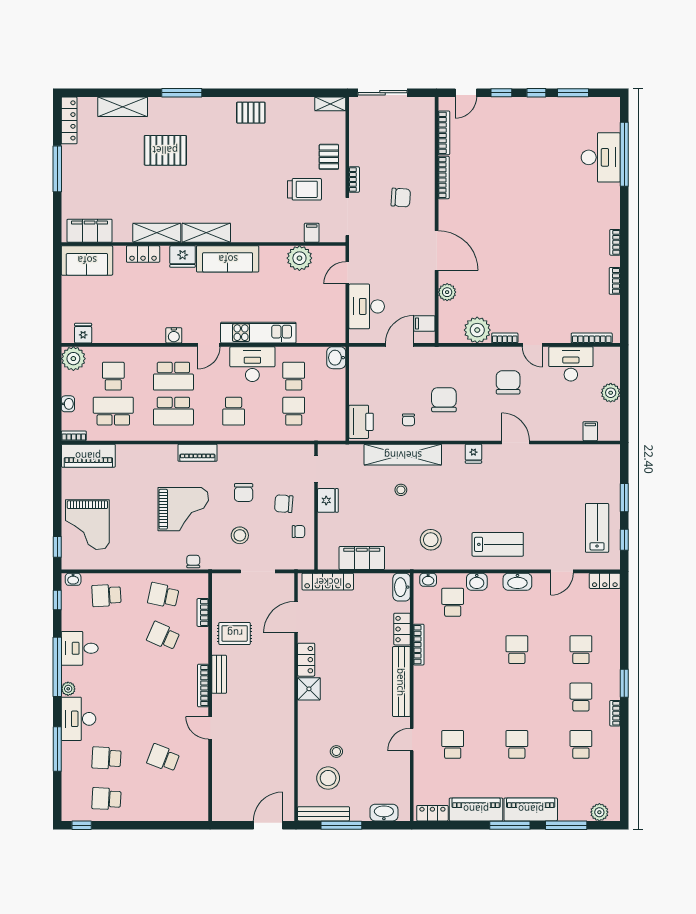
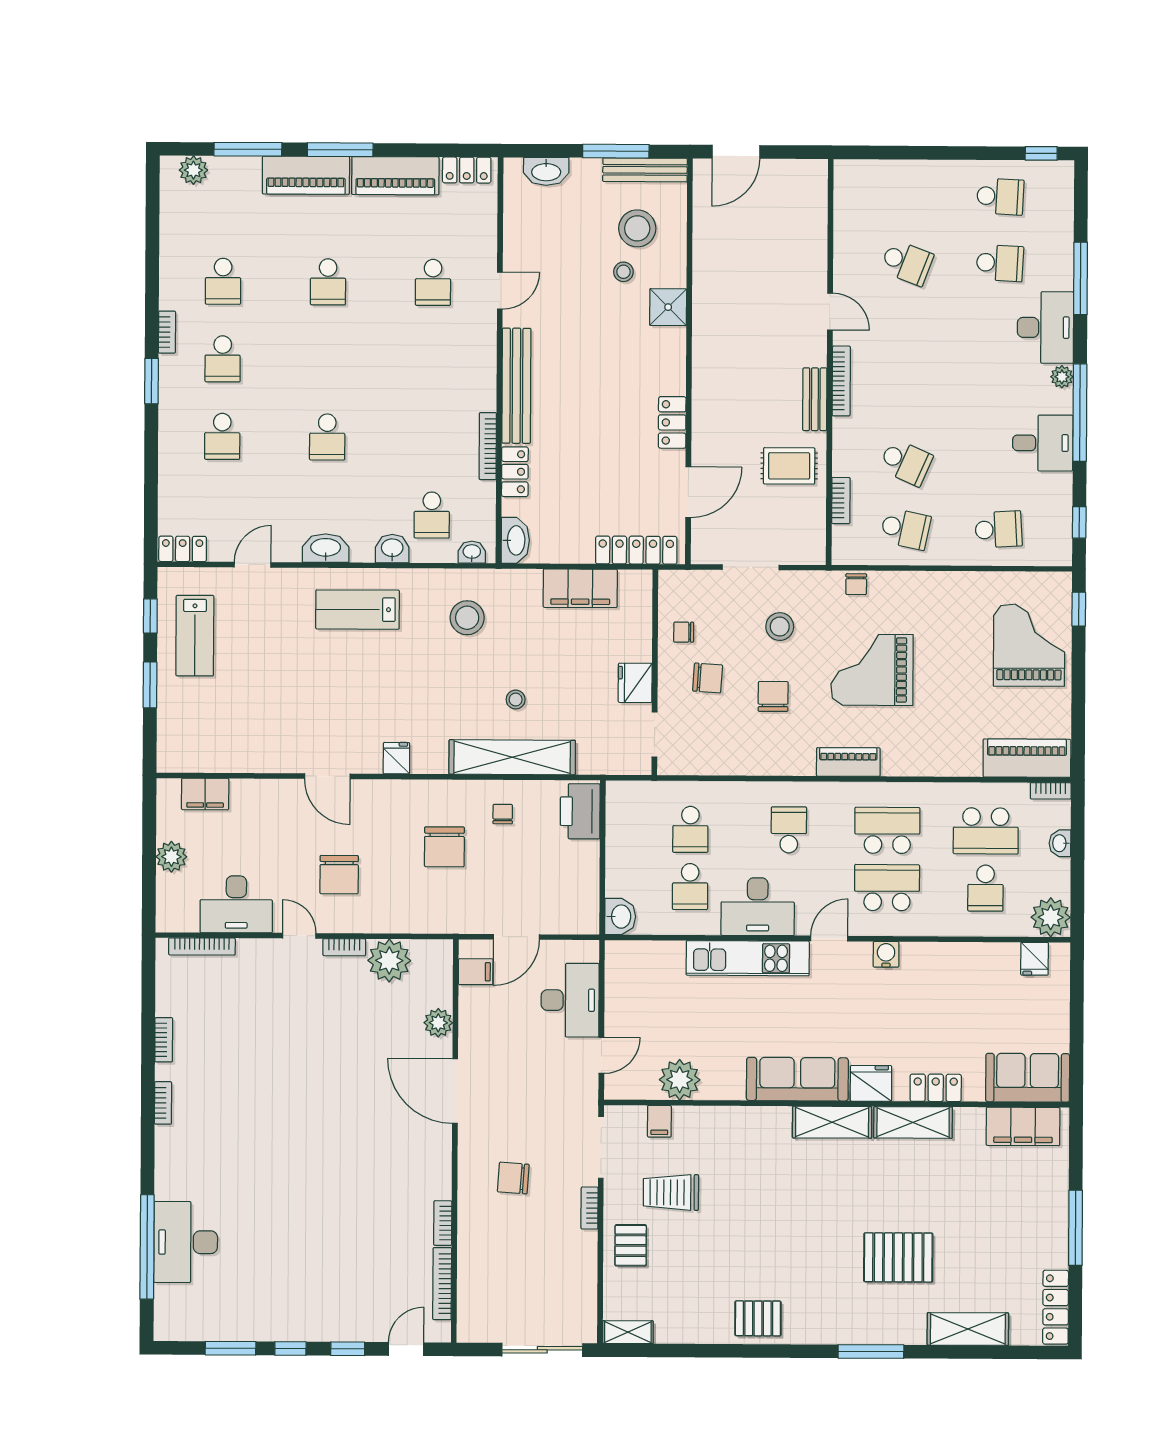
bookcase: (444, 177) -> (443, 1223), width x0.64
filing cabinet: (590, 431) -> (205, 794), width x2.00
washbasin: (73, 579) -> (1053, 556), removed
shower: (309, 689) -> (668, 307), moved

